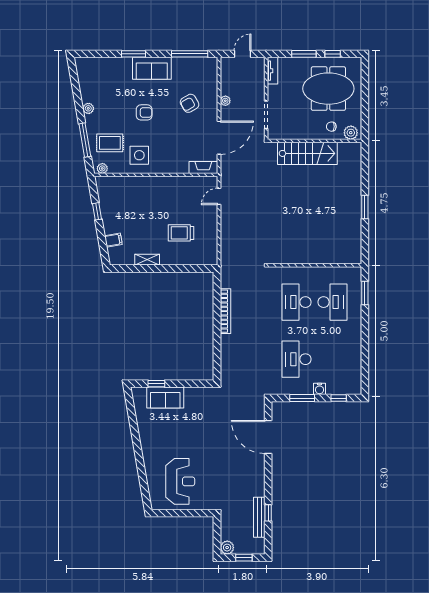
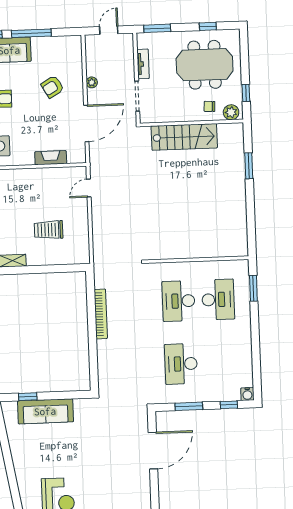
window: (190, 54) -> (31, 33), moved
window: (304, 54) -> (157, 28), moved
tv unit: (273, 71) -> (143, 64), moved
window: (365, 116) -> (246, 93), added
fireplace: (203, 168) -> (51, 158), moved
window: (365, 207) -> (249, 166), moved
water cooler: (319, 389) -> (247, 394), moved
sofa: (165, 398) -> (45, 411), width x1.36
door: (268, 437) -> (153, 451), swing flipped

